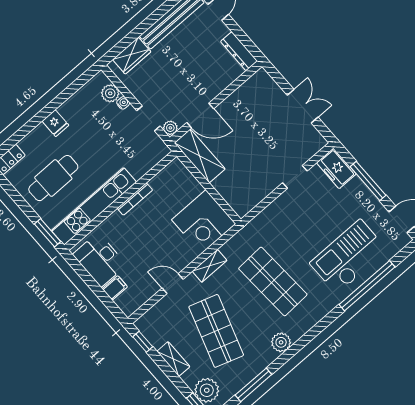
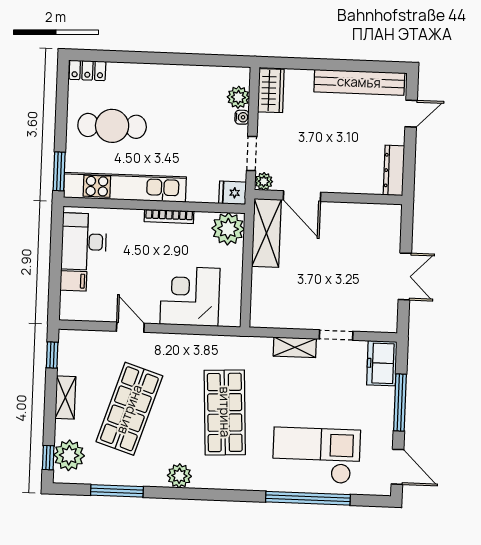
wardrobe: (132, 56) -> (271, 91), moved, turned -90
fridge: (55, 123) -> (232, 193), moved, turned 90
plant: (175, 174) -> (228, 229), added
corner desk: (204, 222) -> (190, 296), moved, turned 90
shelving: (210, 266) -> (295, 347), moved

